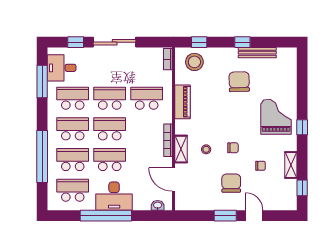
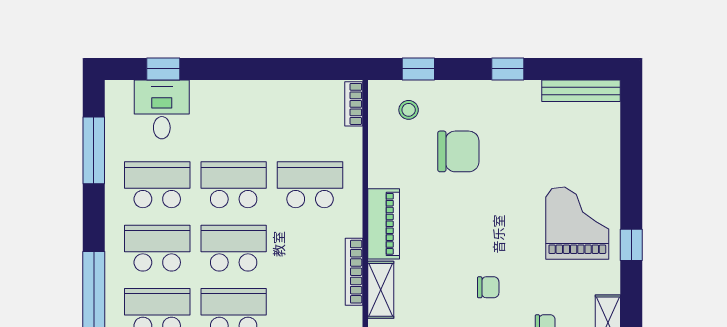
sliding door: (115, 42) -> (244, 69), removed
bench: (257, 53) -> (581, 91), moved
stool: (194, 62) -> (409, 110), width x0.53, depth x0.53
desk: (62, 68) -> (162, 109), moved, turned 90
chair: (239, 82) -> (458, 151), moved, turned 92
piano: (182, 102) -> (384, 224), moved
stool: (206, 149) -> (433, 290), removed

